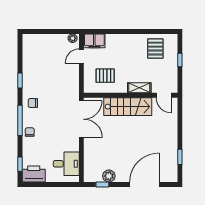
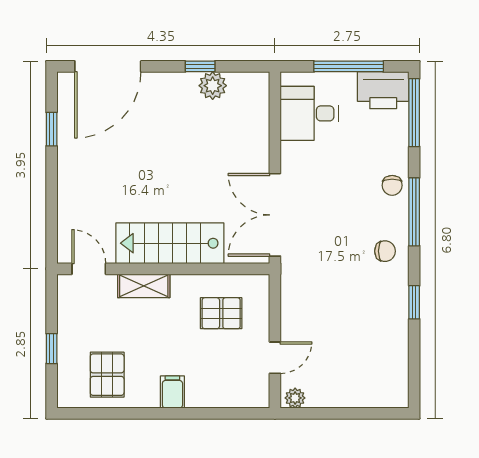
filing cabinet: (94, 41) -> (172, 392), moved, width x0.50
window: (20, 164) -> (414, 113), width x2.17
window: (49, 184) -> (349, 66), added
window: (102, 184) -> (200, 66), moved
door: (144, 184) -> (108, 66), moved

